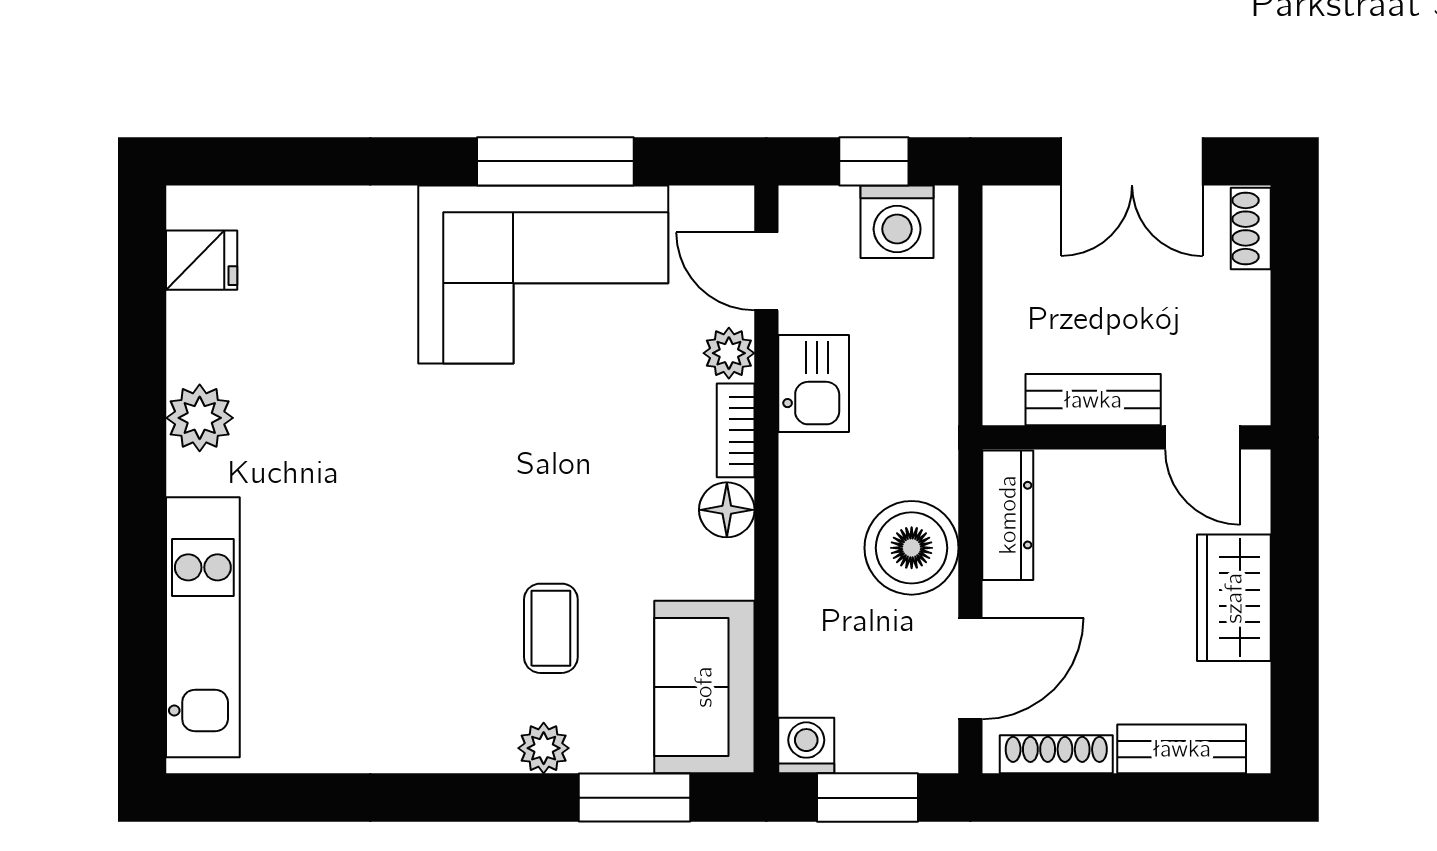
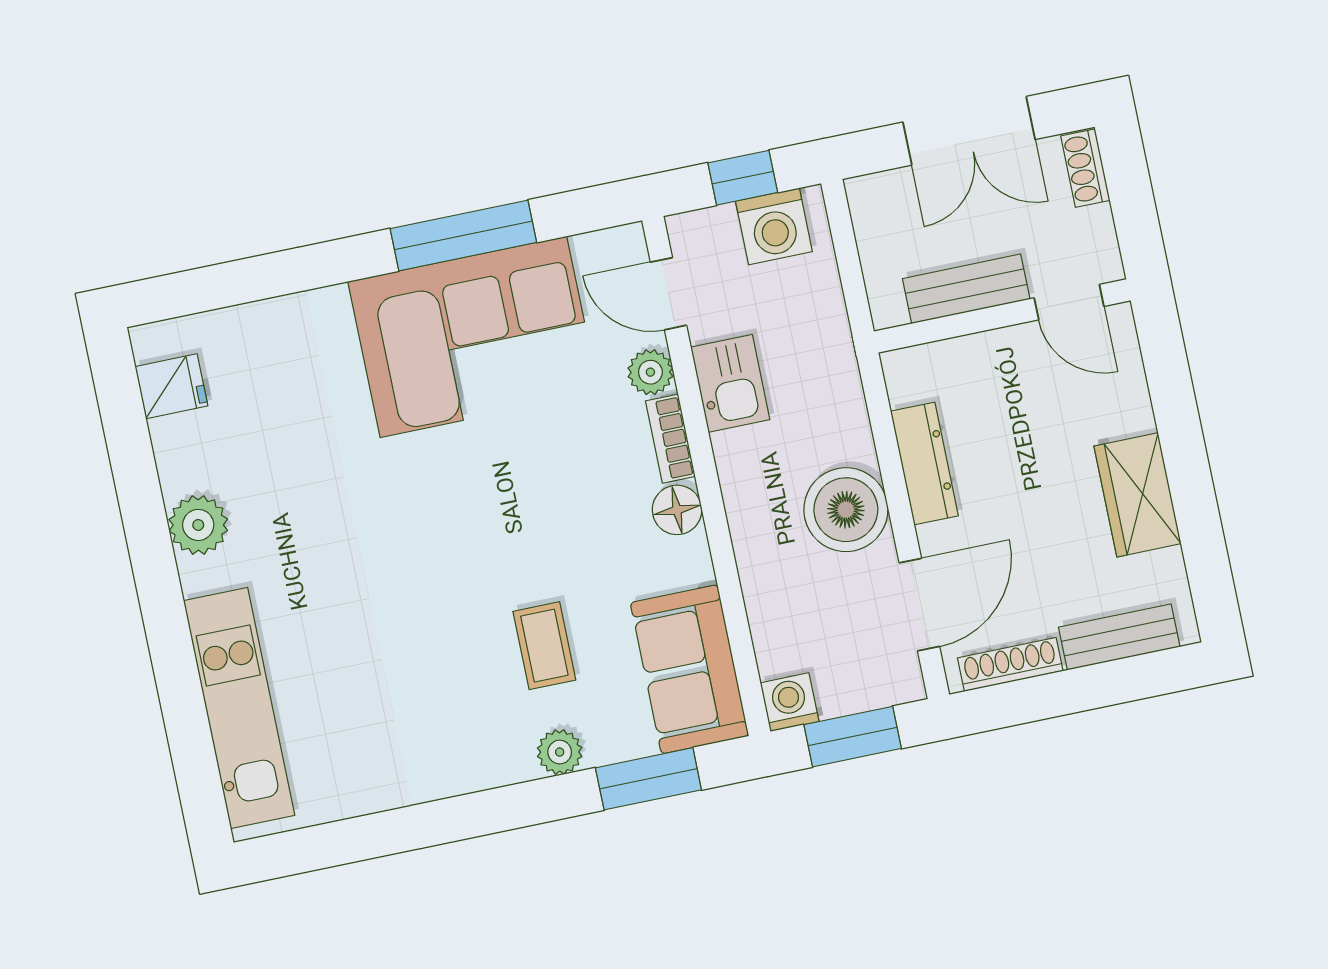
bench: (1093, 400) -> (966, 289), moved
wall: (1126, 437) -> (1002, 316), moved
door: (1203, 437) -> (1069, 302), moved

